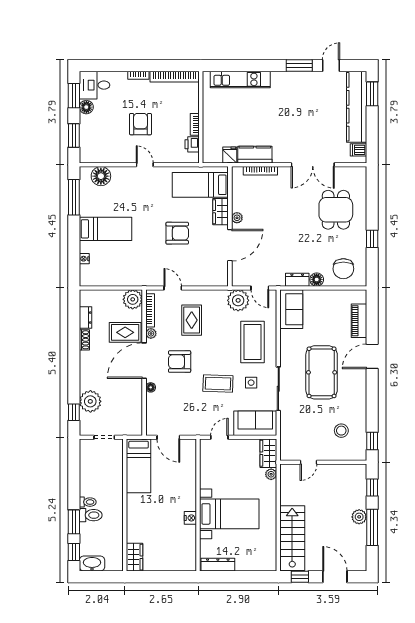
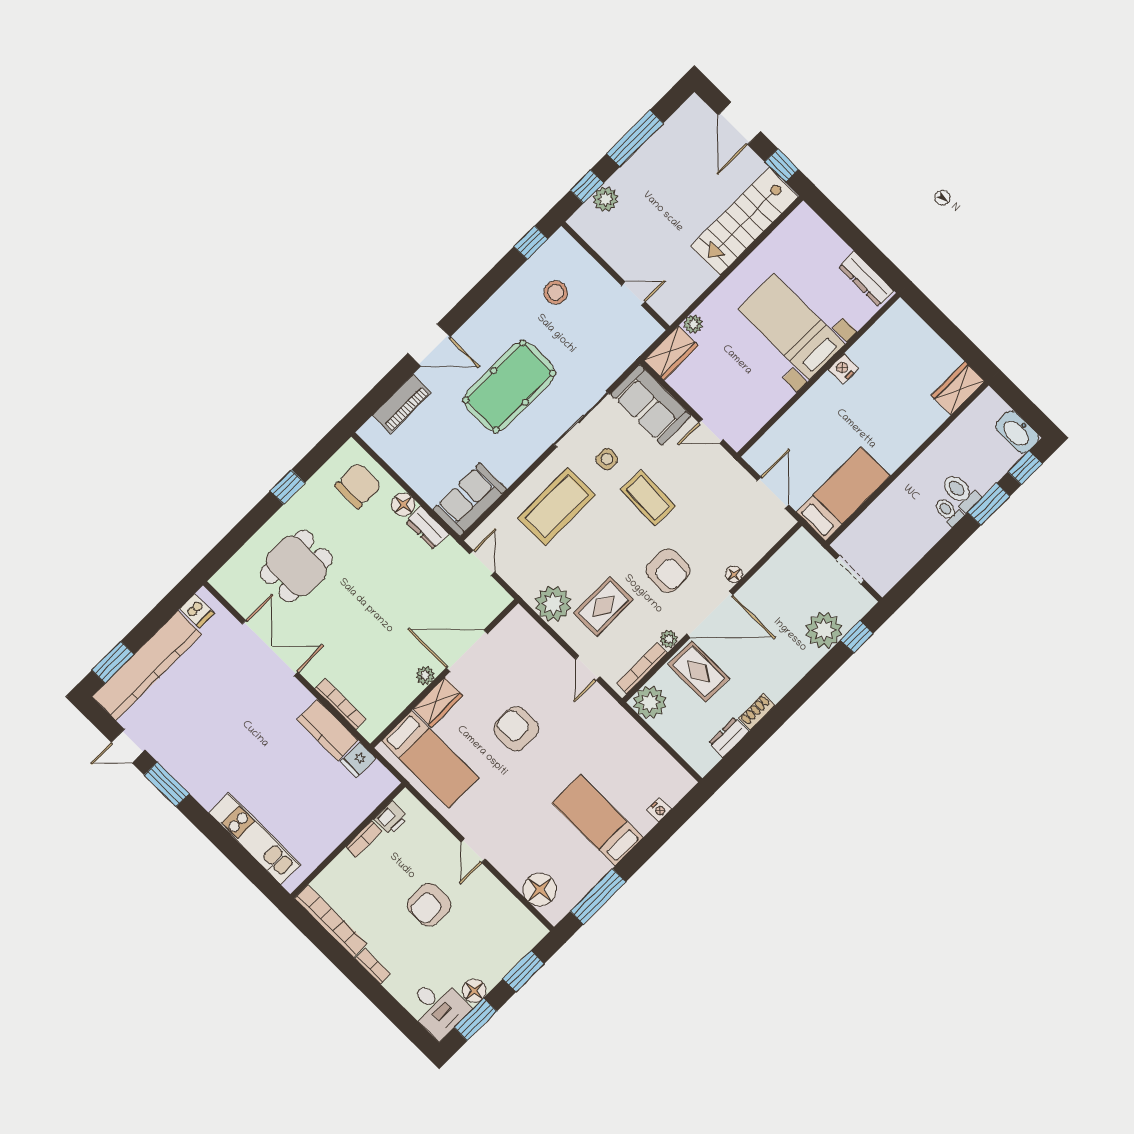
plant: (238, 300) -> (553, 604), moved
plant: (359, 517) -> (606, 199), moved

